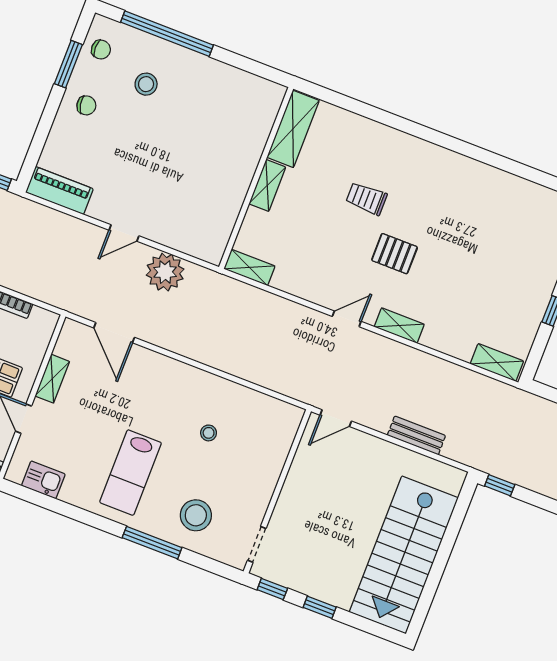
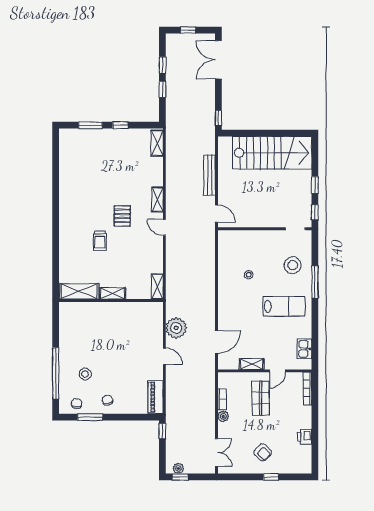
bench: (416, 435) -> (210, 175), width x1.36

